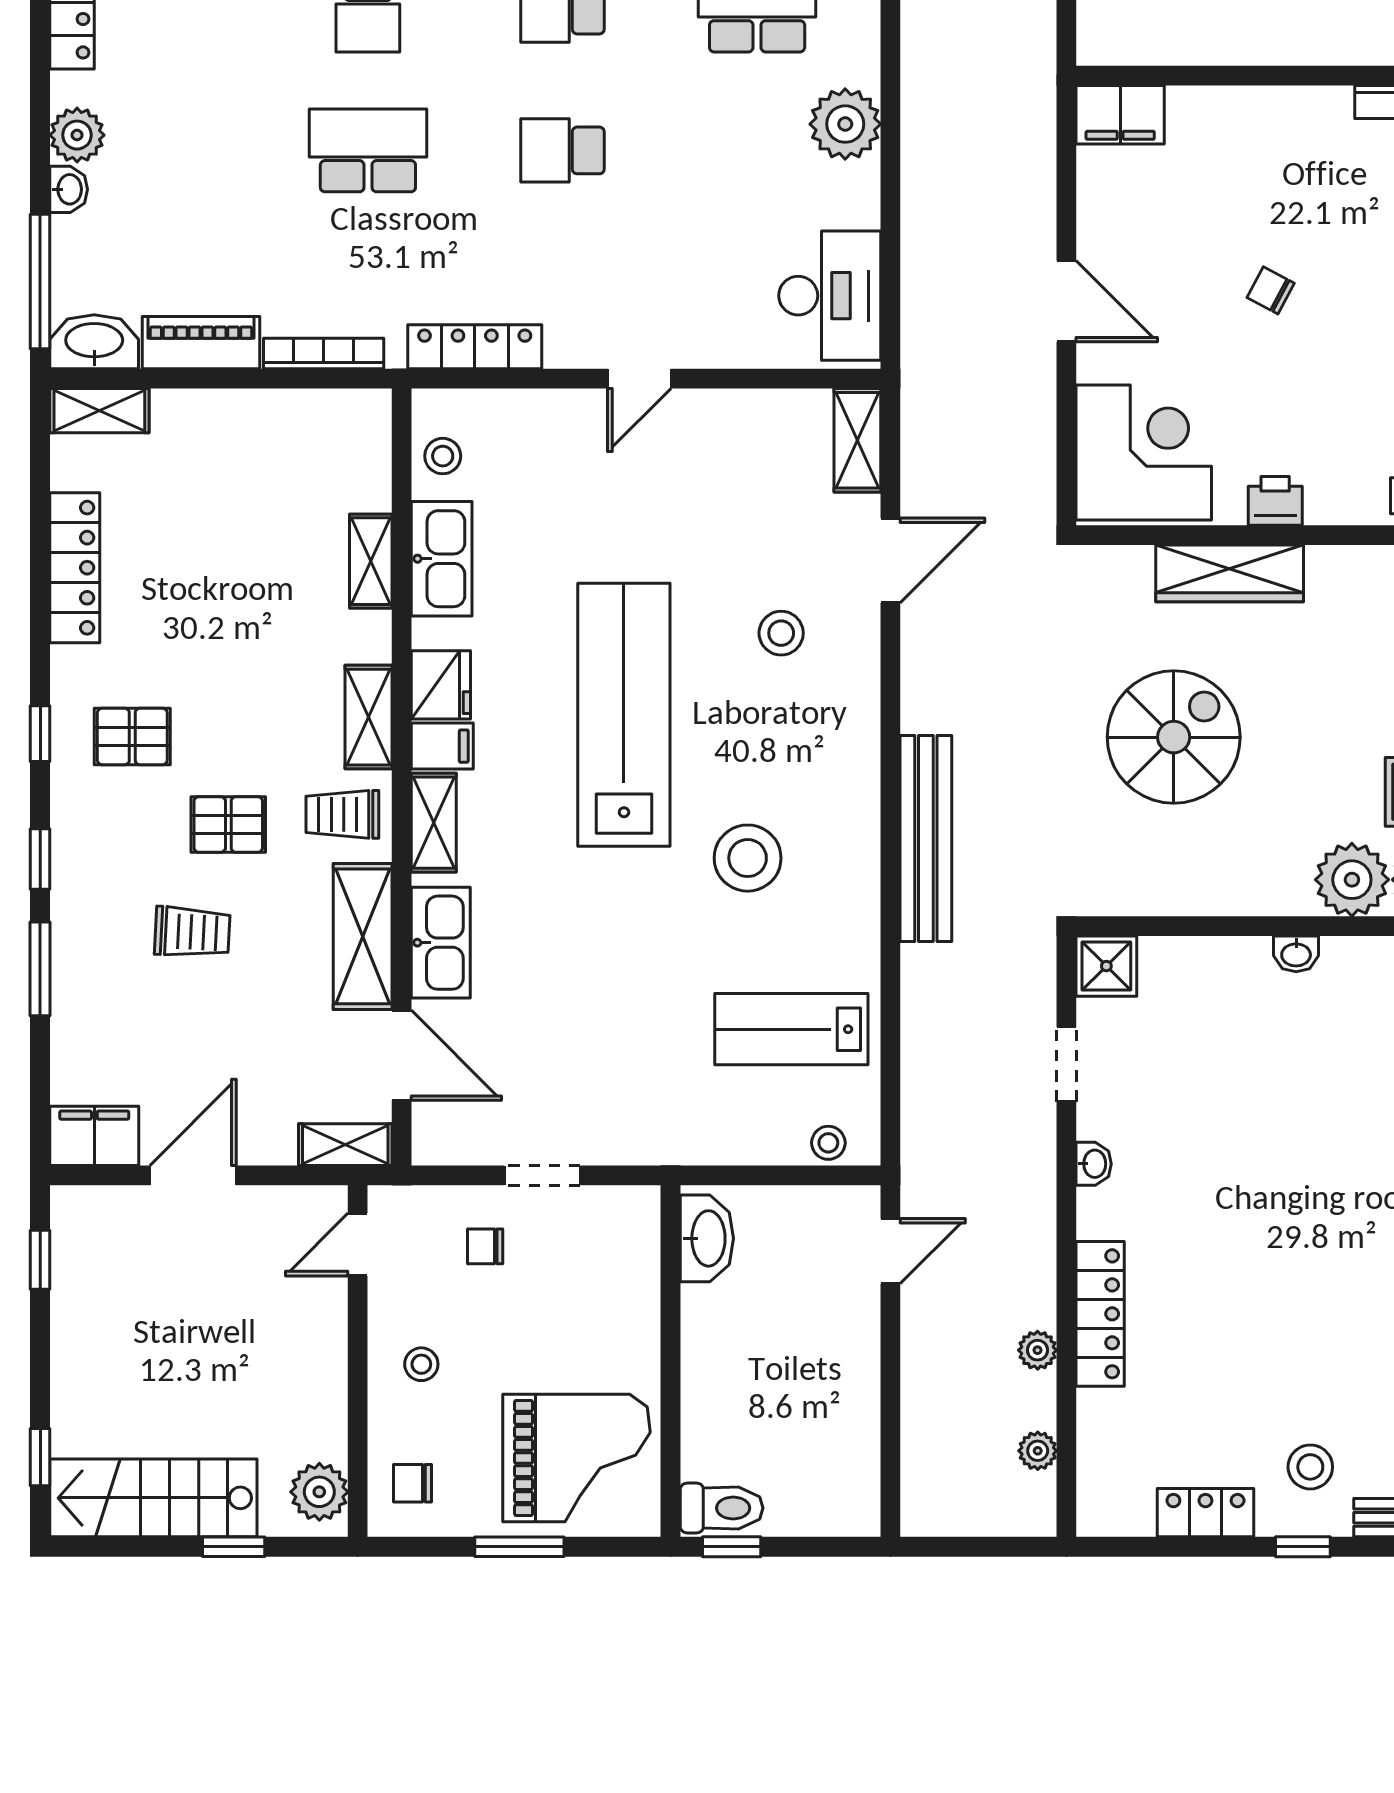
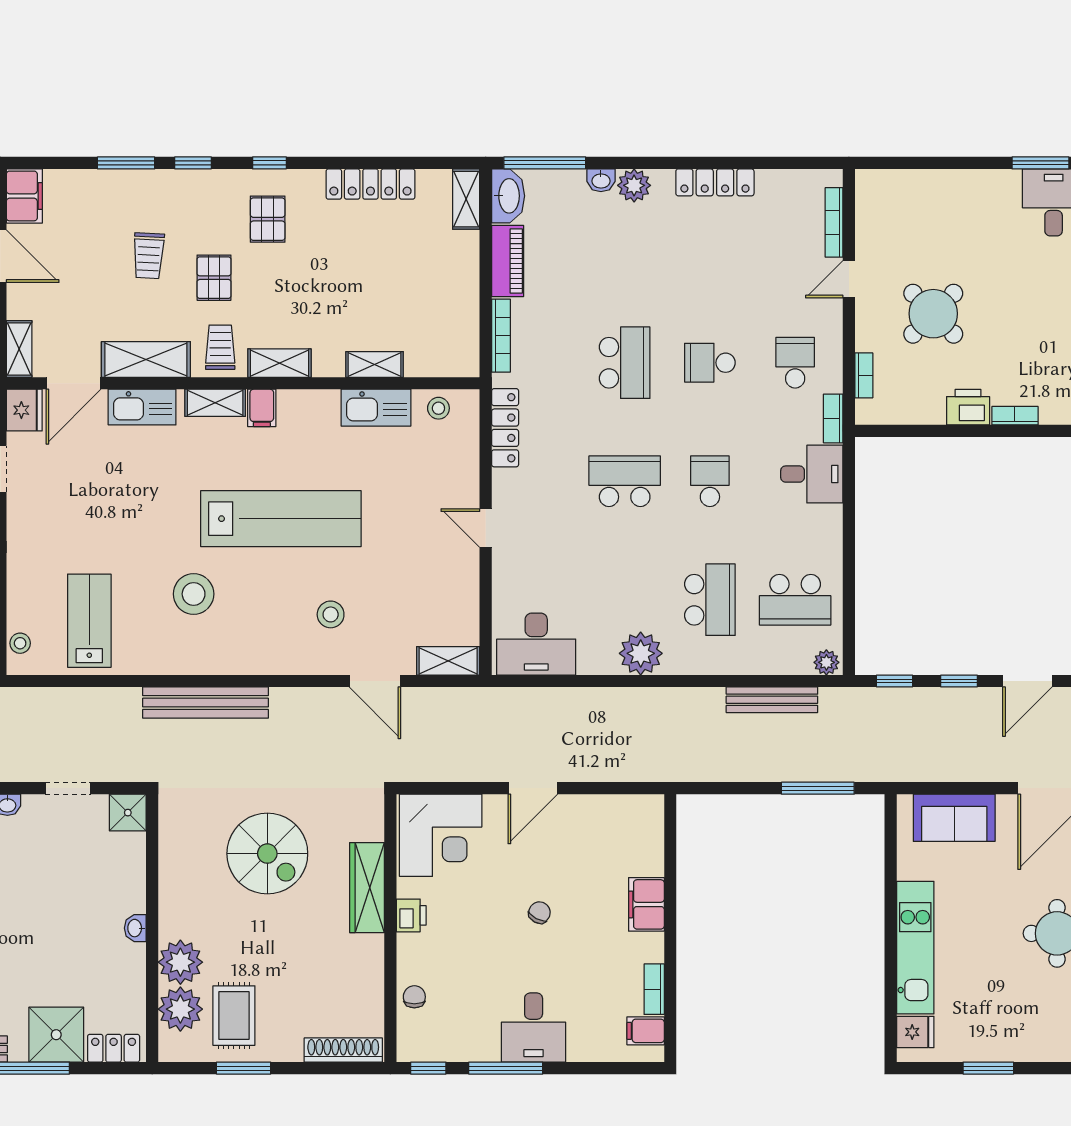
filing cabinet: (1120, 115) -> (646, 904), moved
school desk: (562, 150) -> (625, 481), width x1.85
fridge: (441, 685) -> (24, 410), moved, turned -90

